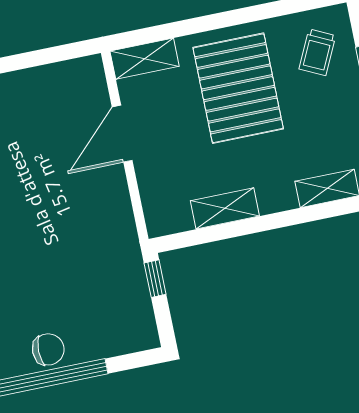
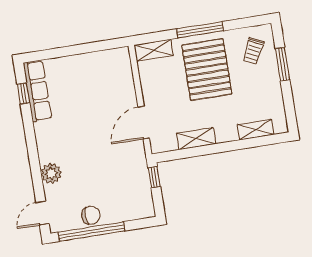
window: (223, 20) -> (200, 30), added
door: (122, 134) -> (144, 123), moved

